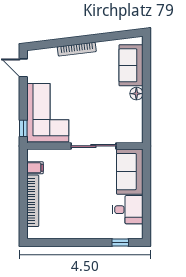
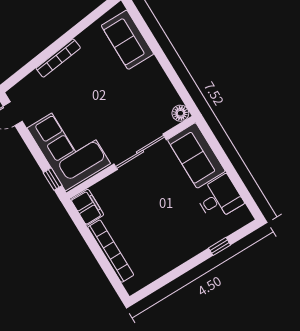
floor lamp: (136, 94) -> (180, 113), moved
filing cabinet: (35, 168) -> (87, 207), width x2.00
window: (120, 242) -> (220, 246), moved

